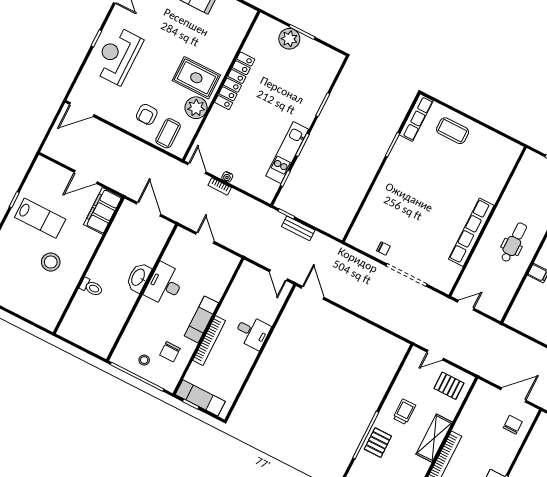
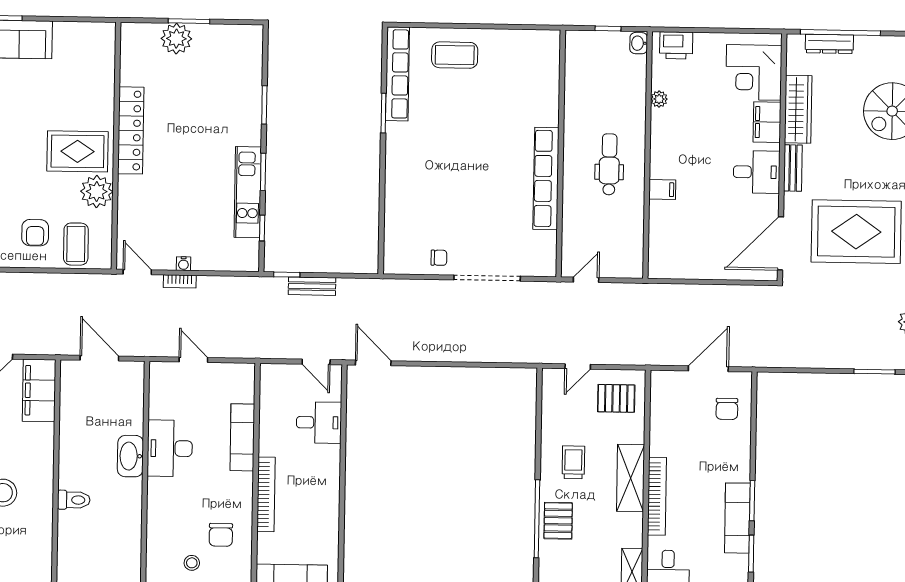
row of seats: (416, 118) -> (397, 74), width x1.36
exam couch: (201, 319) -> (242, 437), moved
desk: (252, 332) -> (319, 422), moved
chair: (513, 425) -> (727, 409), turned 180

